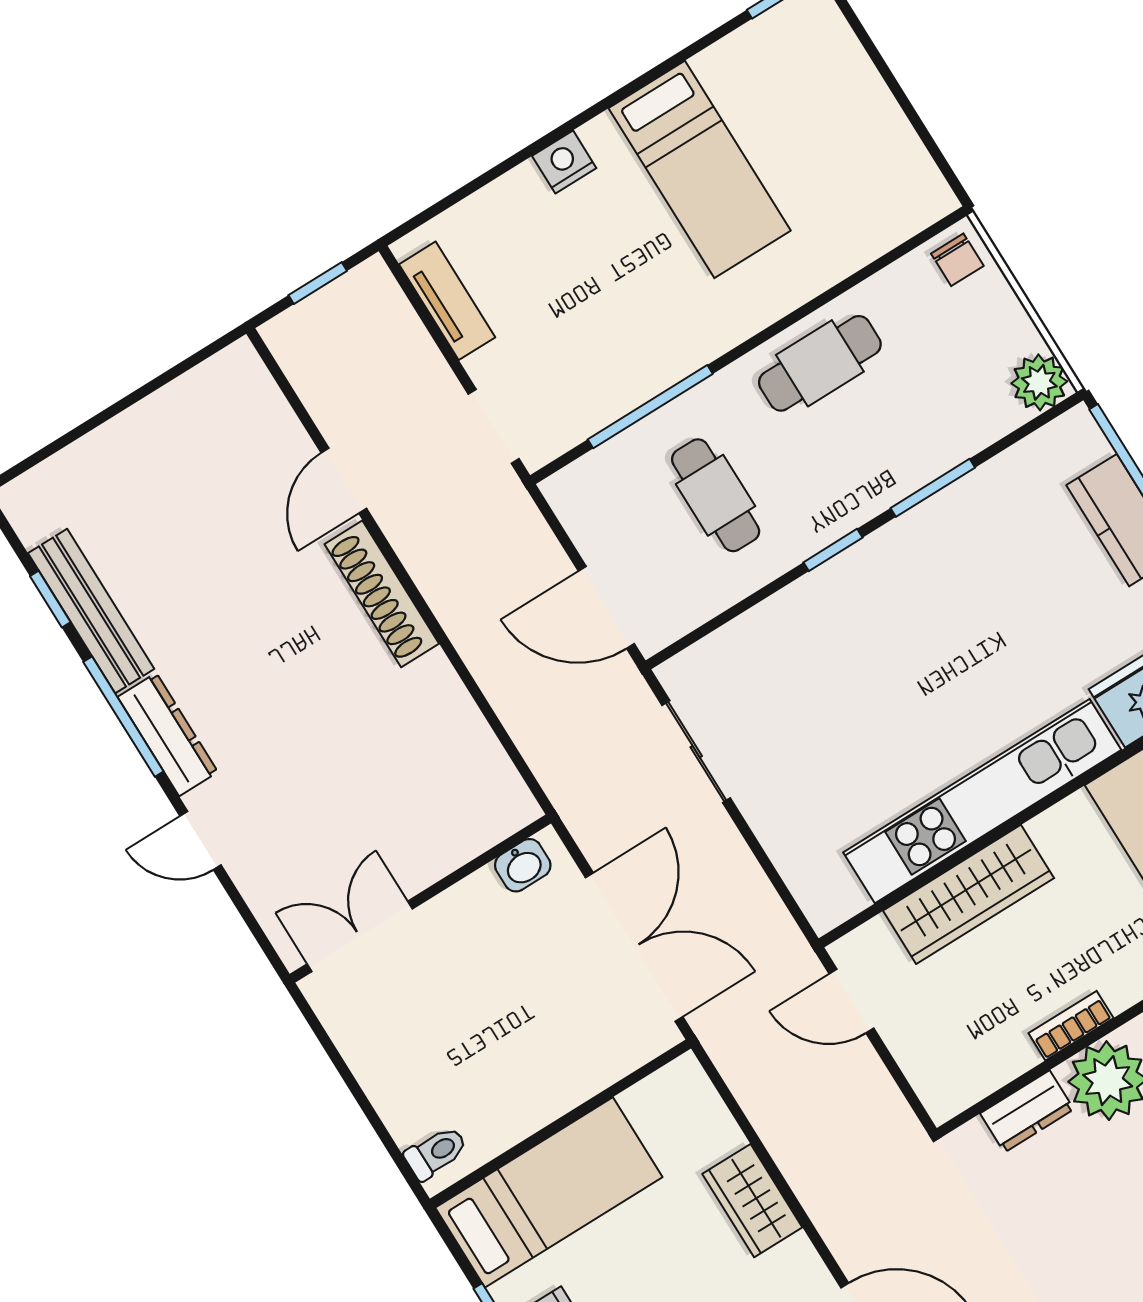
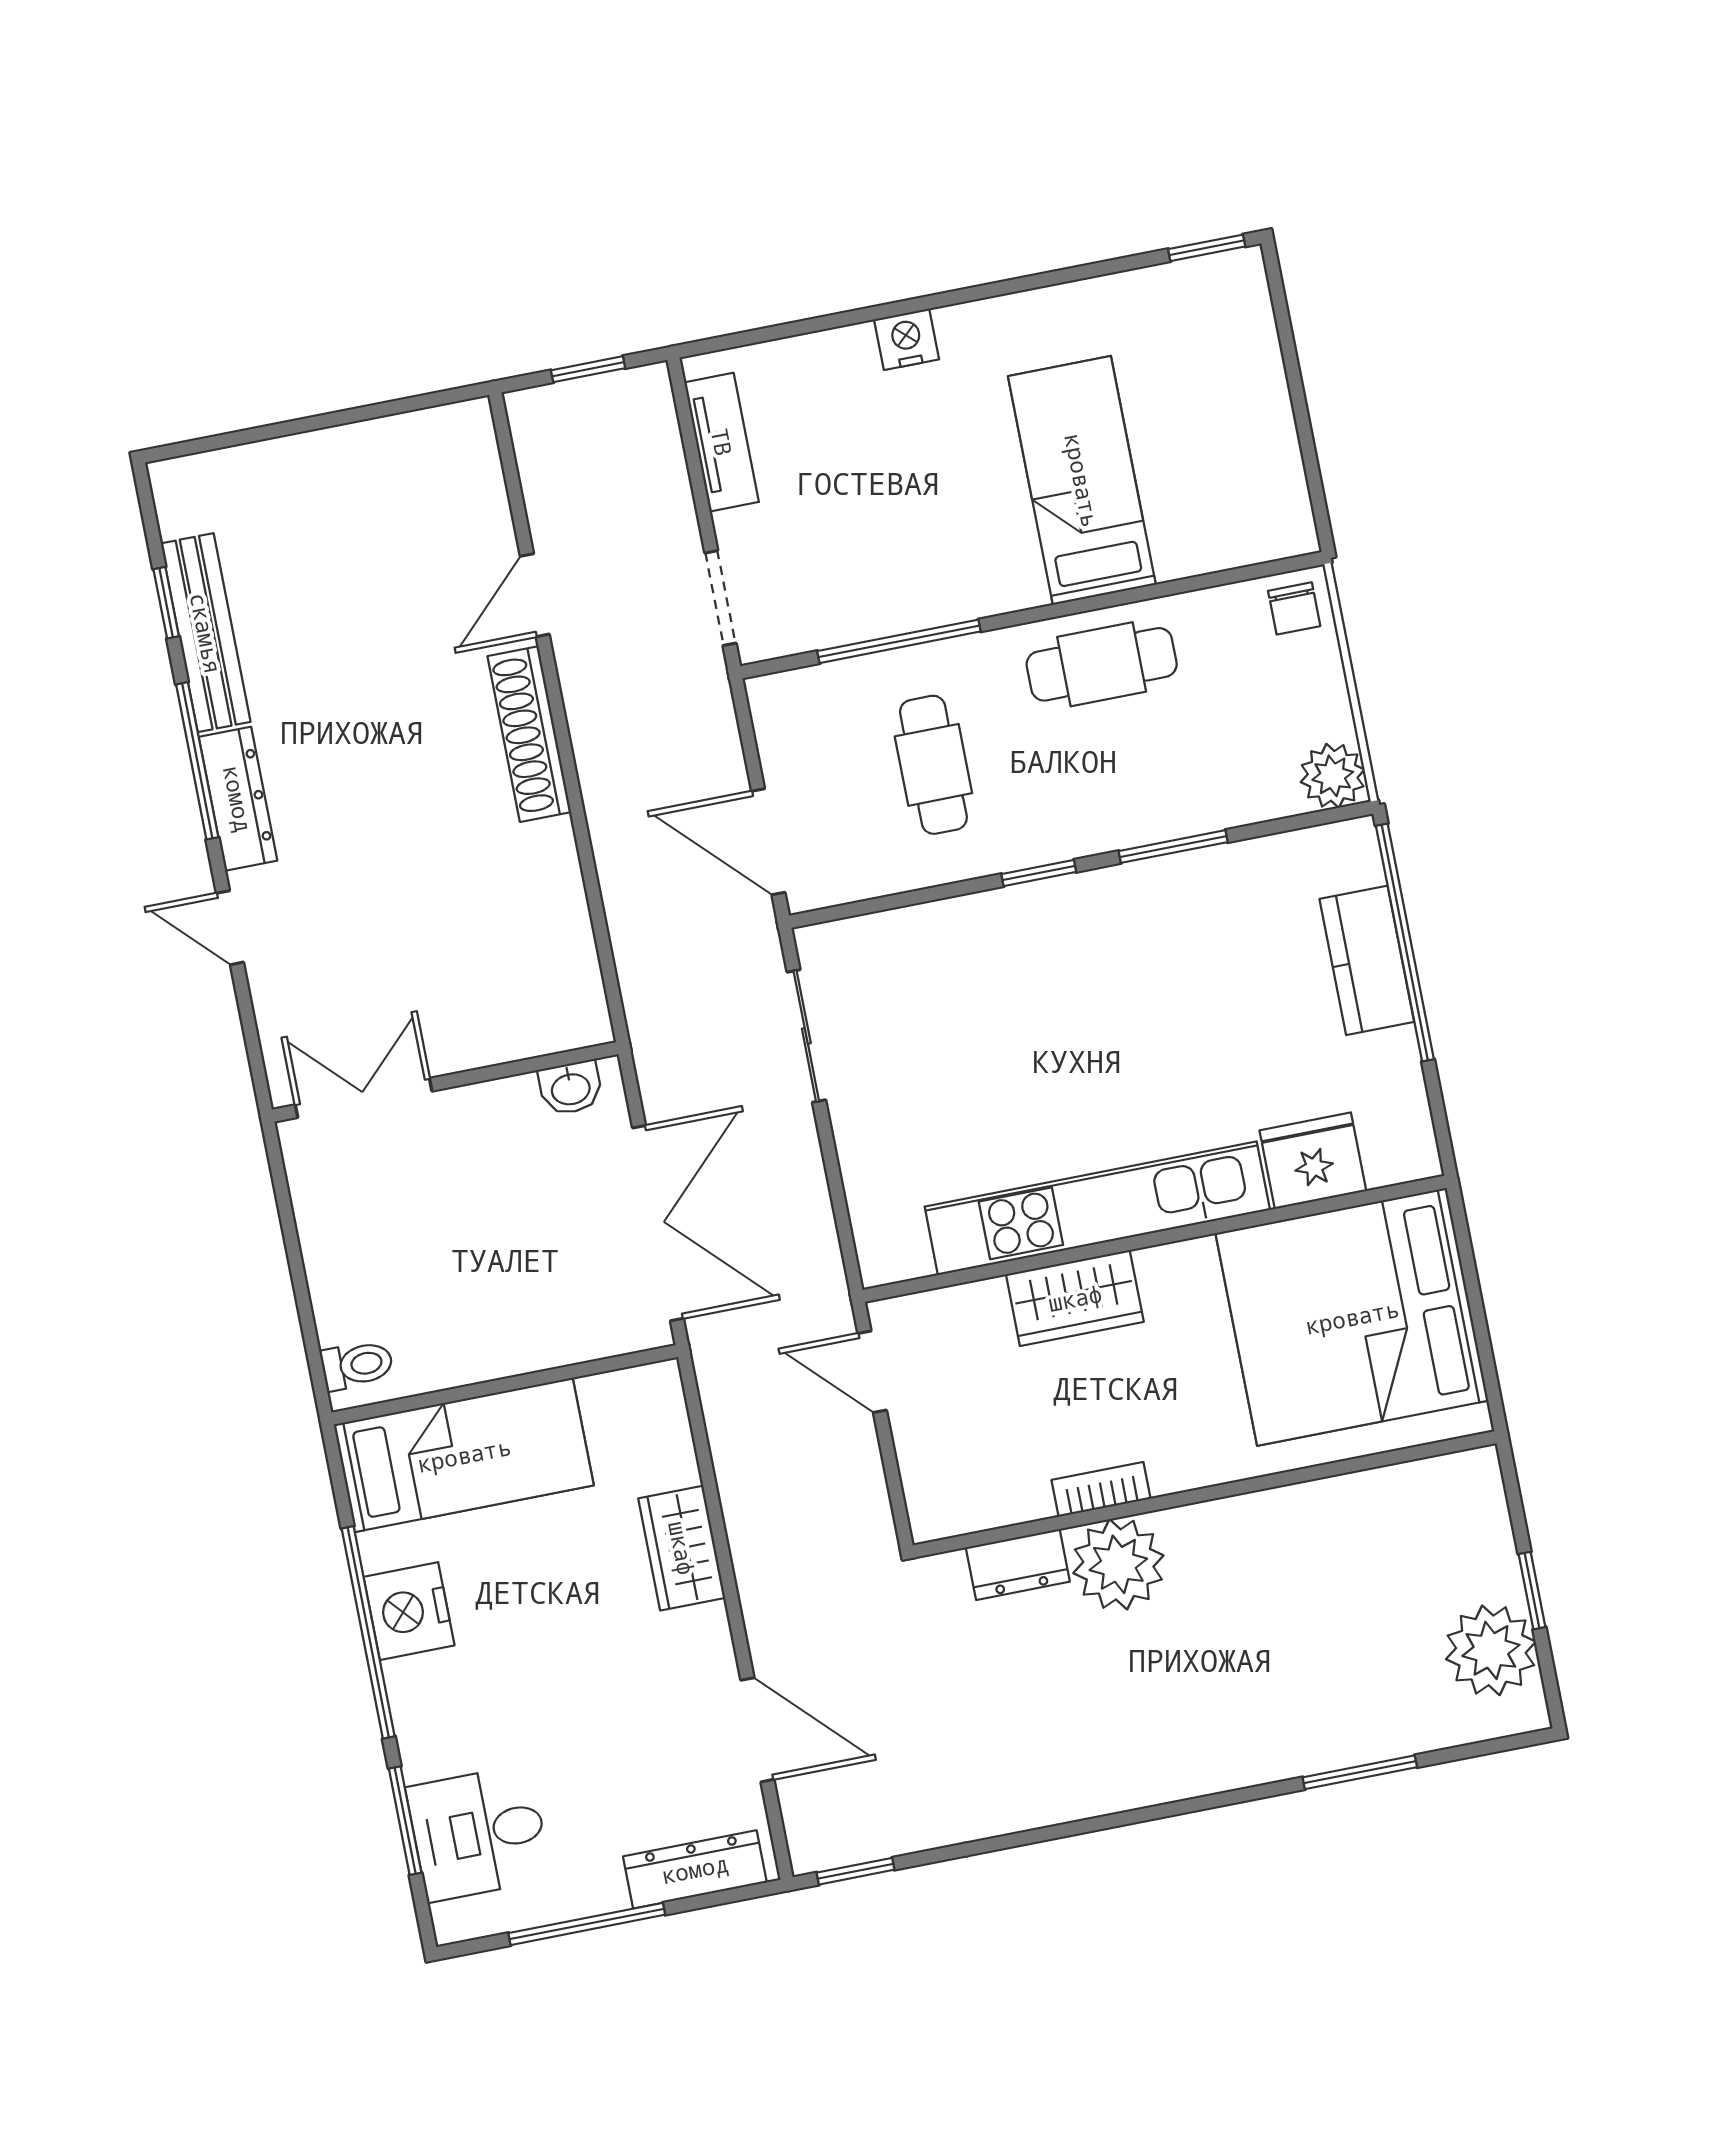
bed: (700, 169) -> (1082, 480), moved, turned 180
wardrobe: (969, 894) -> (1075, 1298), width x0.67

